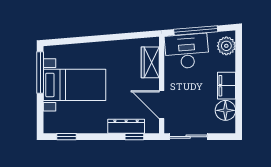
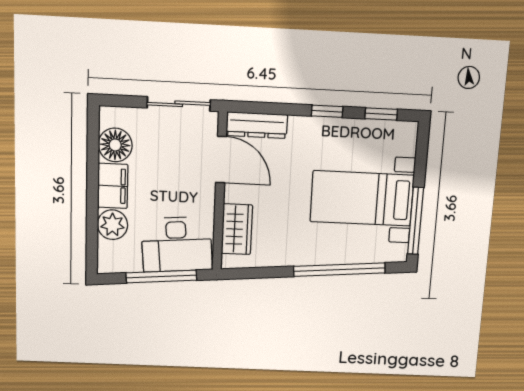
window: (85, 40) -> (339, 270), added
plant: (226, 46) -> (112, 225), moved
dresser: (126, 126) -> (257, 125), moved
window: (134, 137) -> (327, 111), moved

